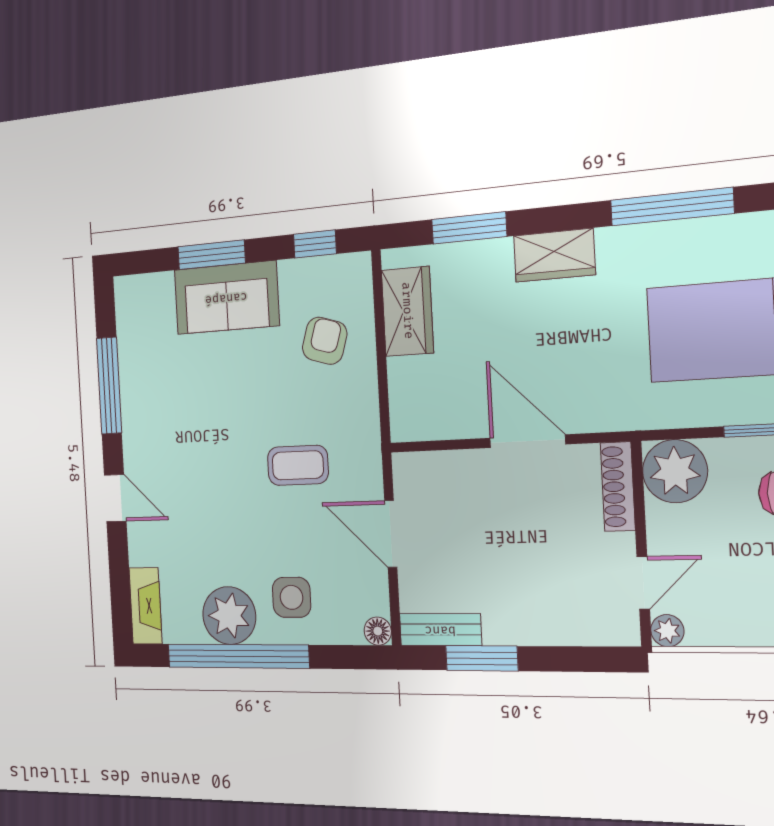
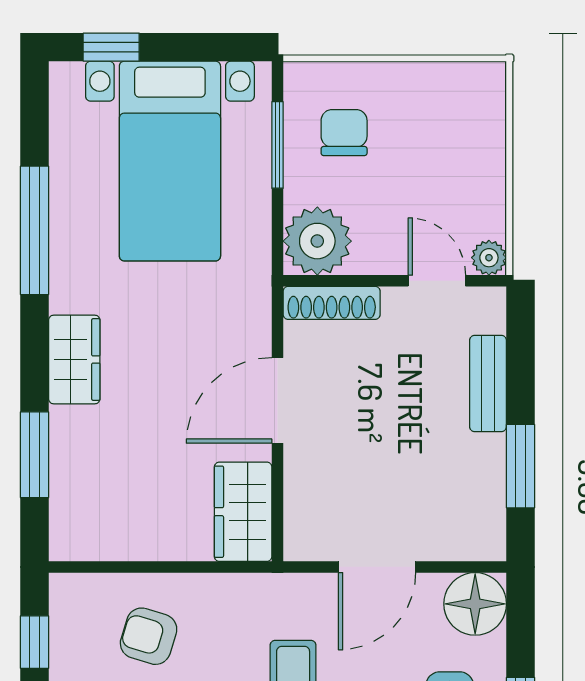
wardrobe: (407, 311) -> (243, 512), moved, turned -90
bench: (440, 630) -> (488, 384), moved
floor lamp: (378, 631) -> (475, 604), width x1.89, depth x1.89

